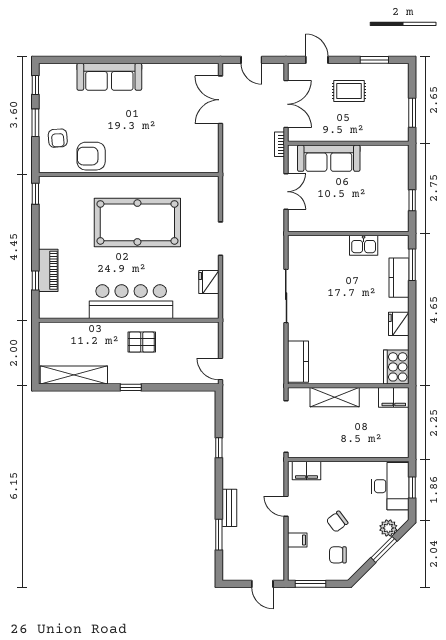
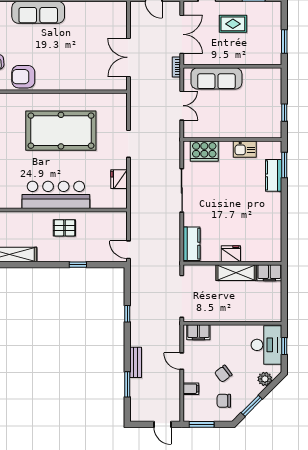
double door: (221, 100) -> (129, 57), moved
fridge: (399, 324) -> (231, 254), moved, turned 90
cooker: (396, 367) -> (204, 151), moved, turned -90
window: (131, 387) -> (78, 265), moved
shelving: (335, 397) -> (236, 273), moved
window: (384, 549) -> (252, 406), moved

